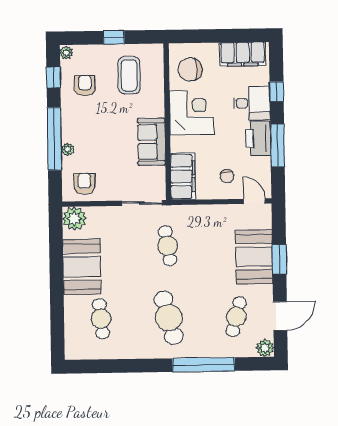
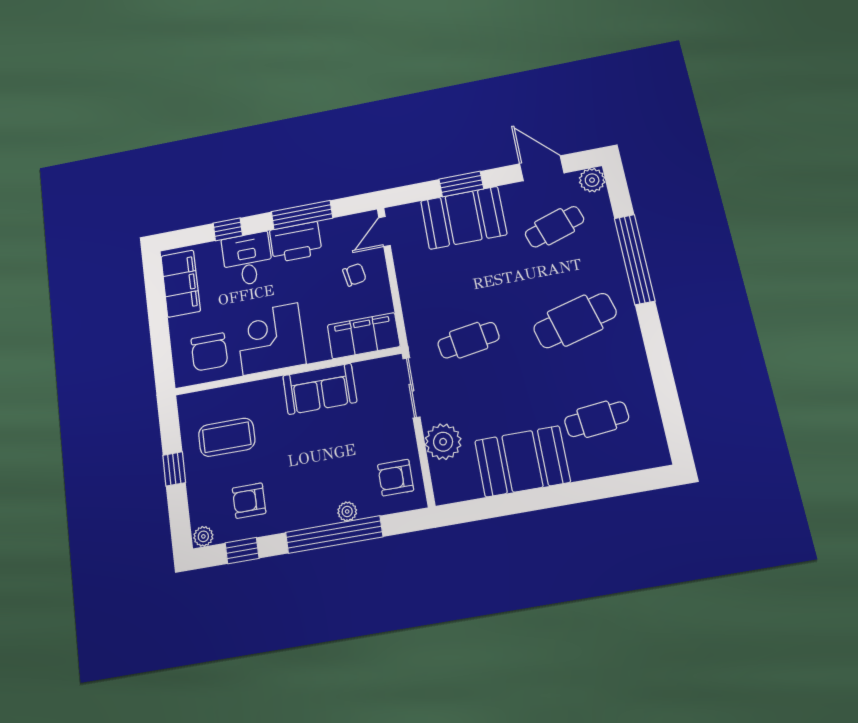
plant: (74, 219) -> (443, 442), moved
cafe table: (236, 317) -> (555, 227), turned -33

